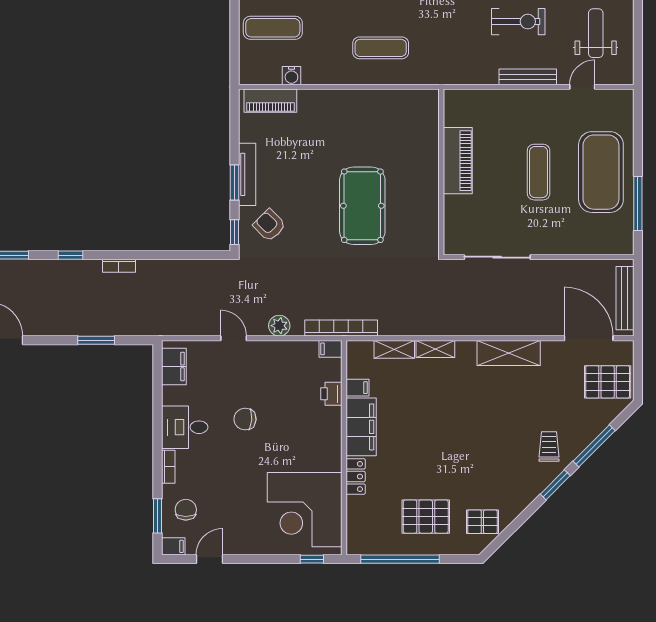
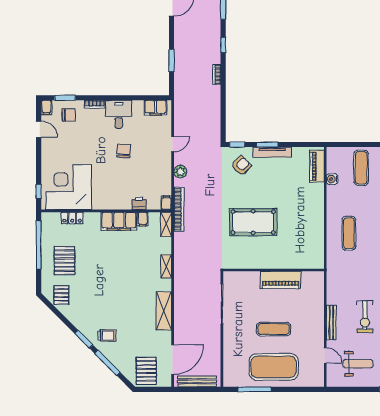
shelving: (394, 349) -> (166, 224), moved
locker: (356, 476) -> (72, 218), moved

